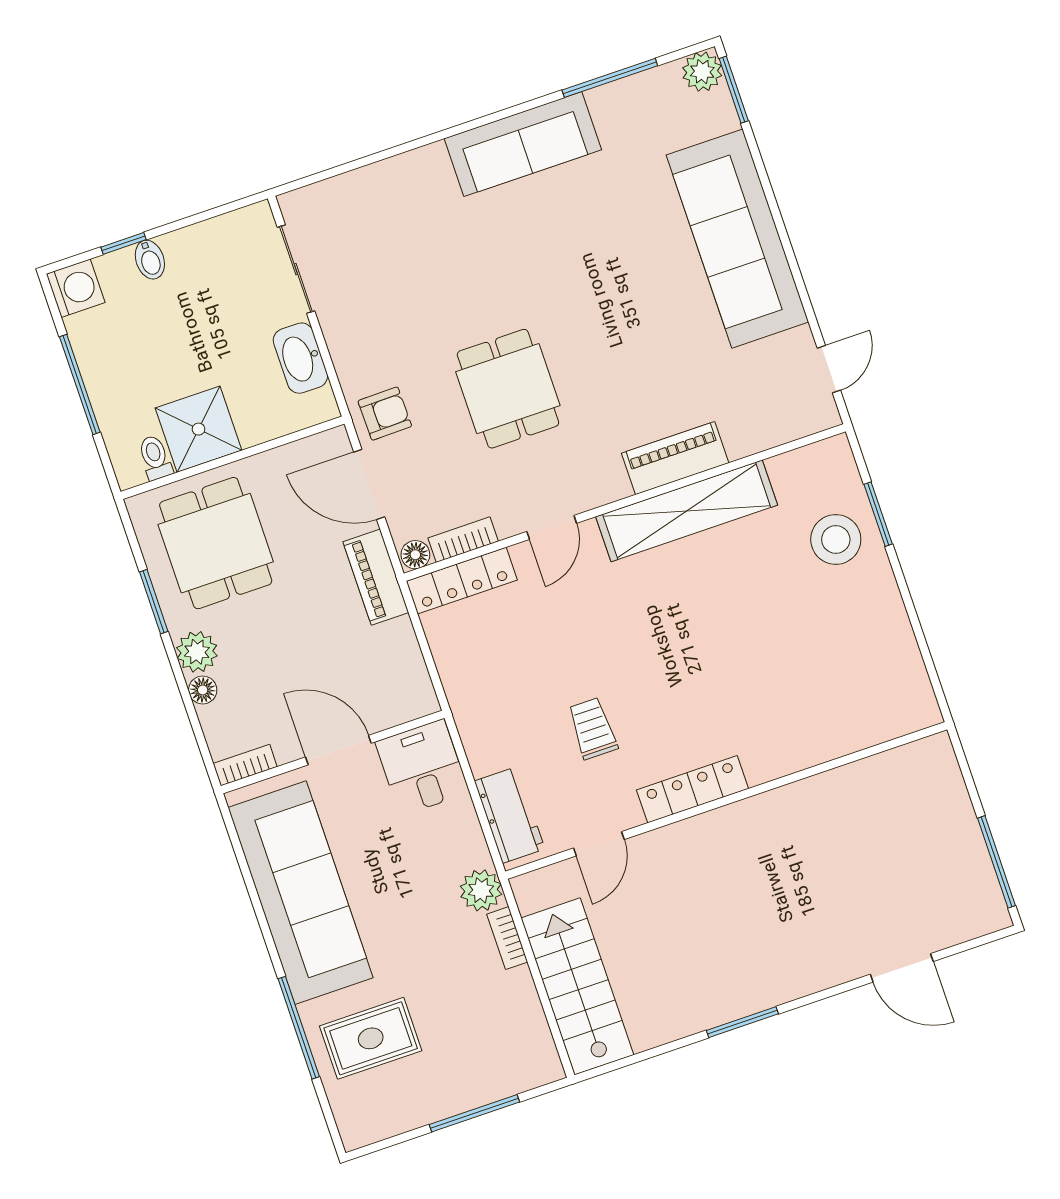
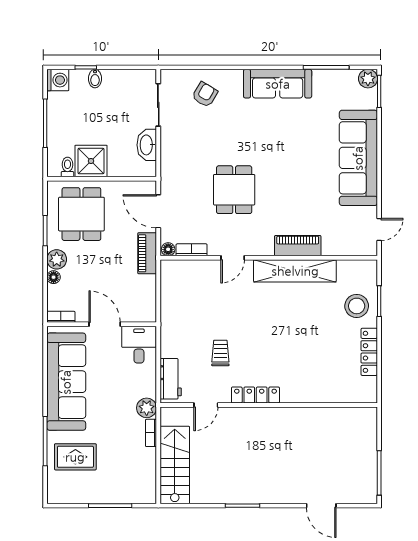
armchair: (385, 414) -> (205, 94), moved, turned -58
locker: (462, 581) -> (369, 352), moved, turned 90

